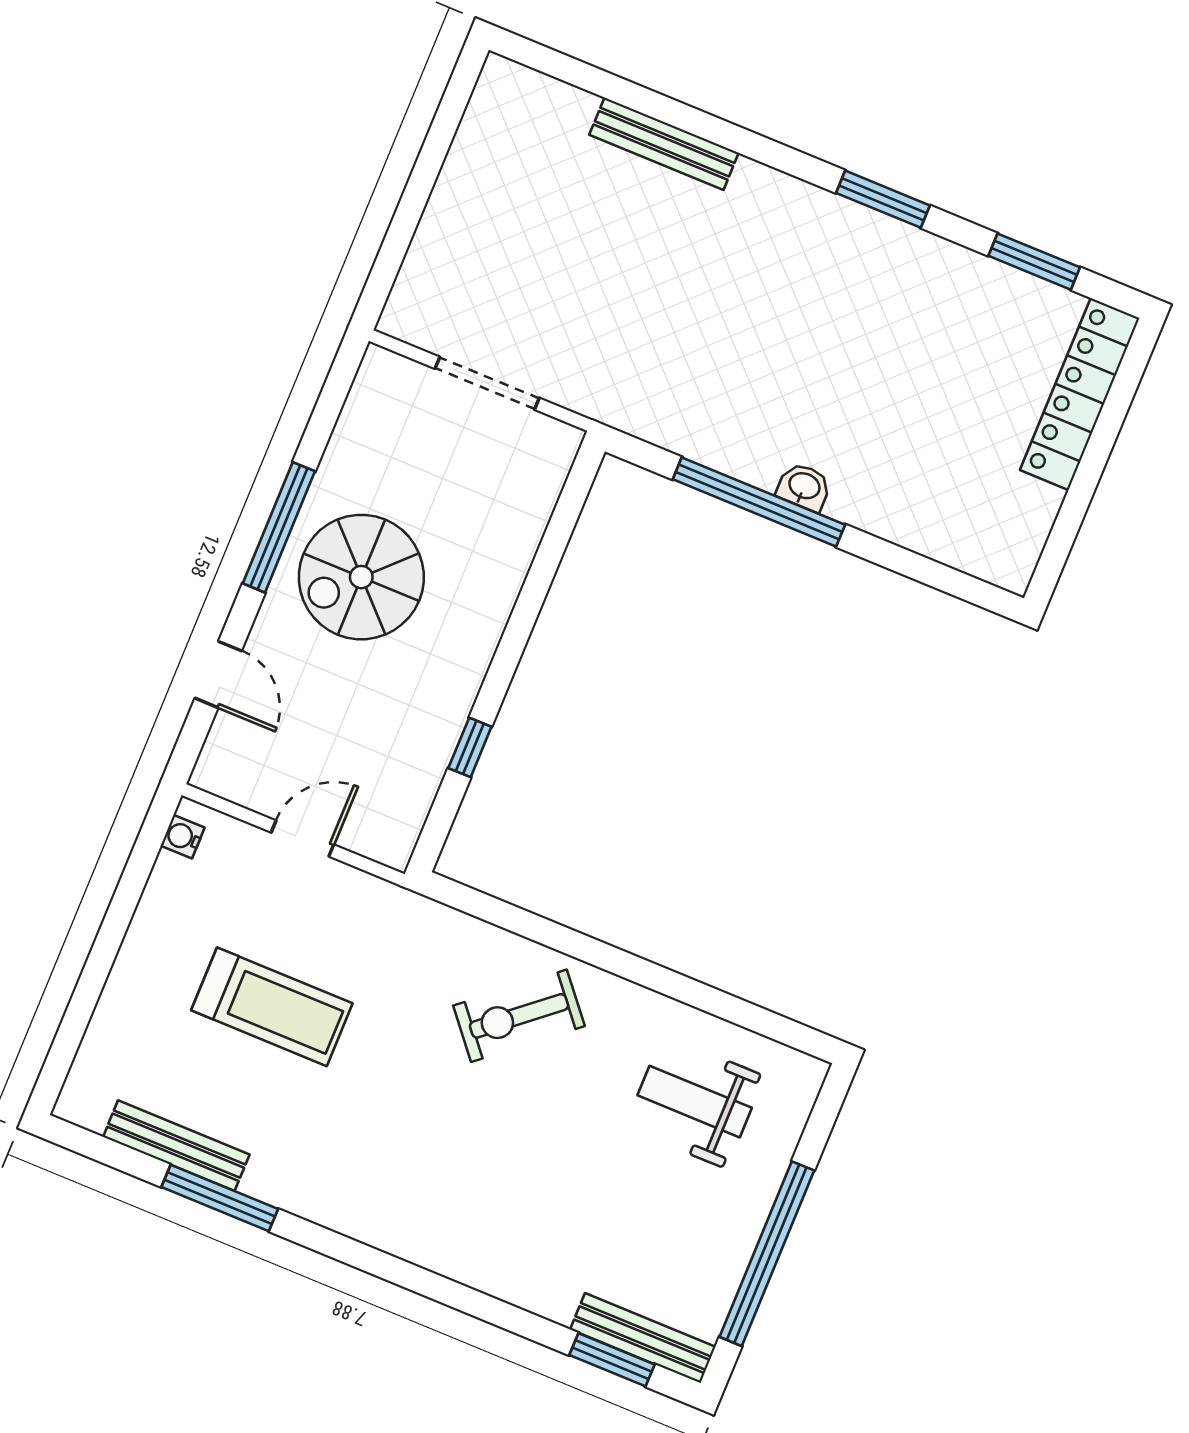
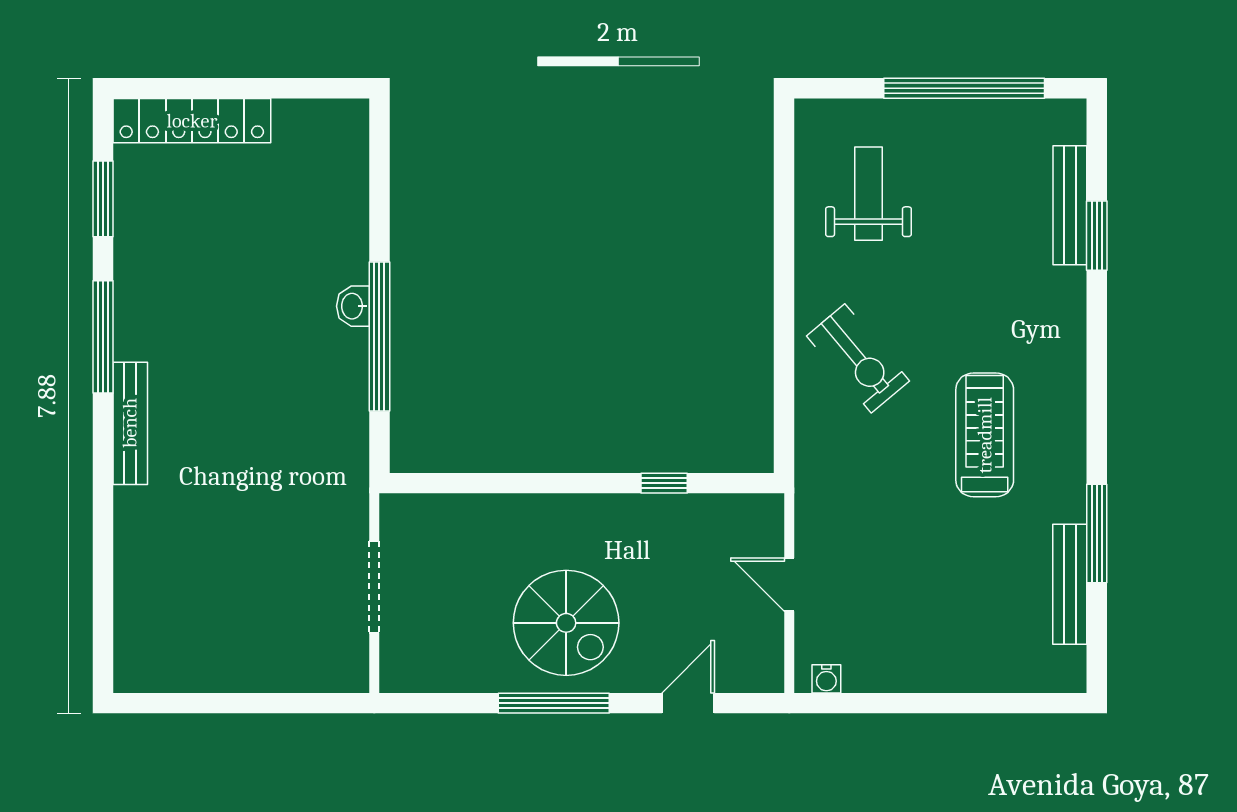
bench: (664, 144) -> (130, 423), moved
window: (883, 199) -> (103, 337), width x1.44
treadmill: (272, 1007) -> (985, 435), moved
weight bench: (695, 1102) -> (868, 194), turned 180
bench: (643, 1338) -> (1070, 205), moved
window: (612, 1360) -> (1097, 236), moved

